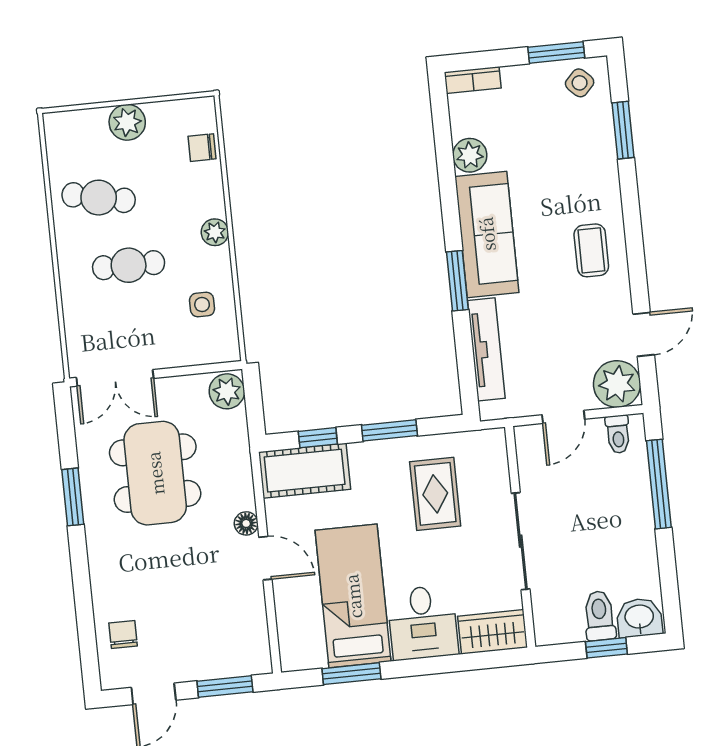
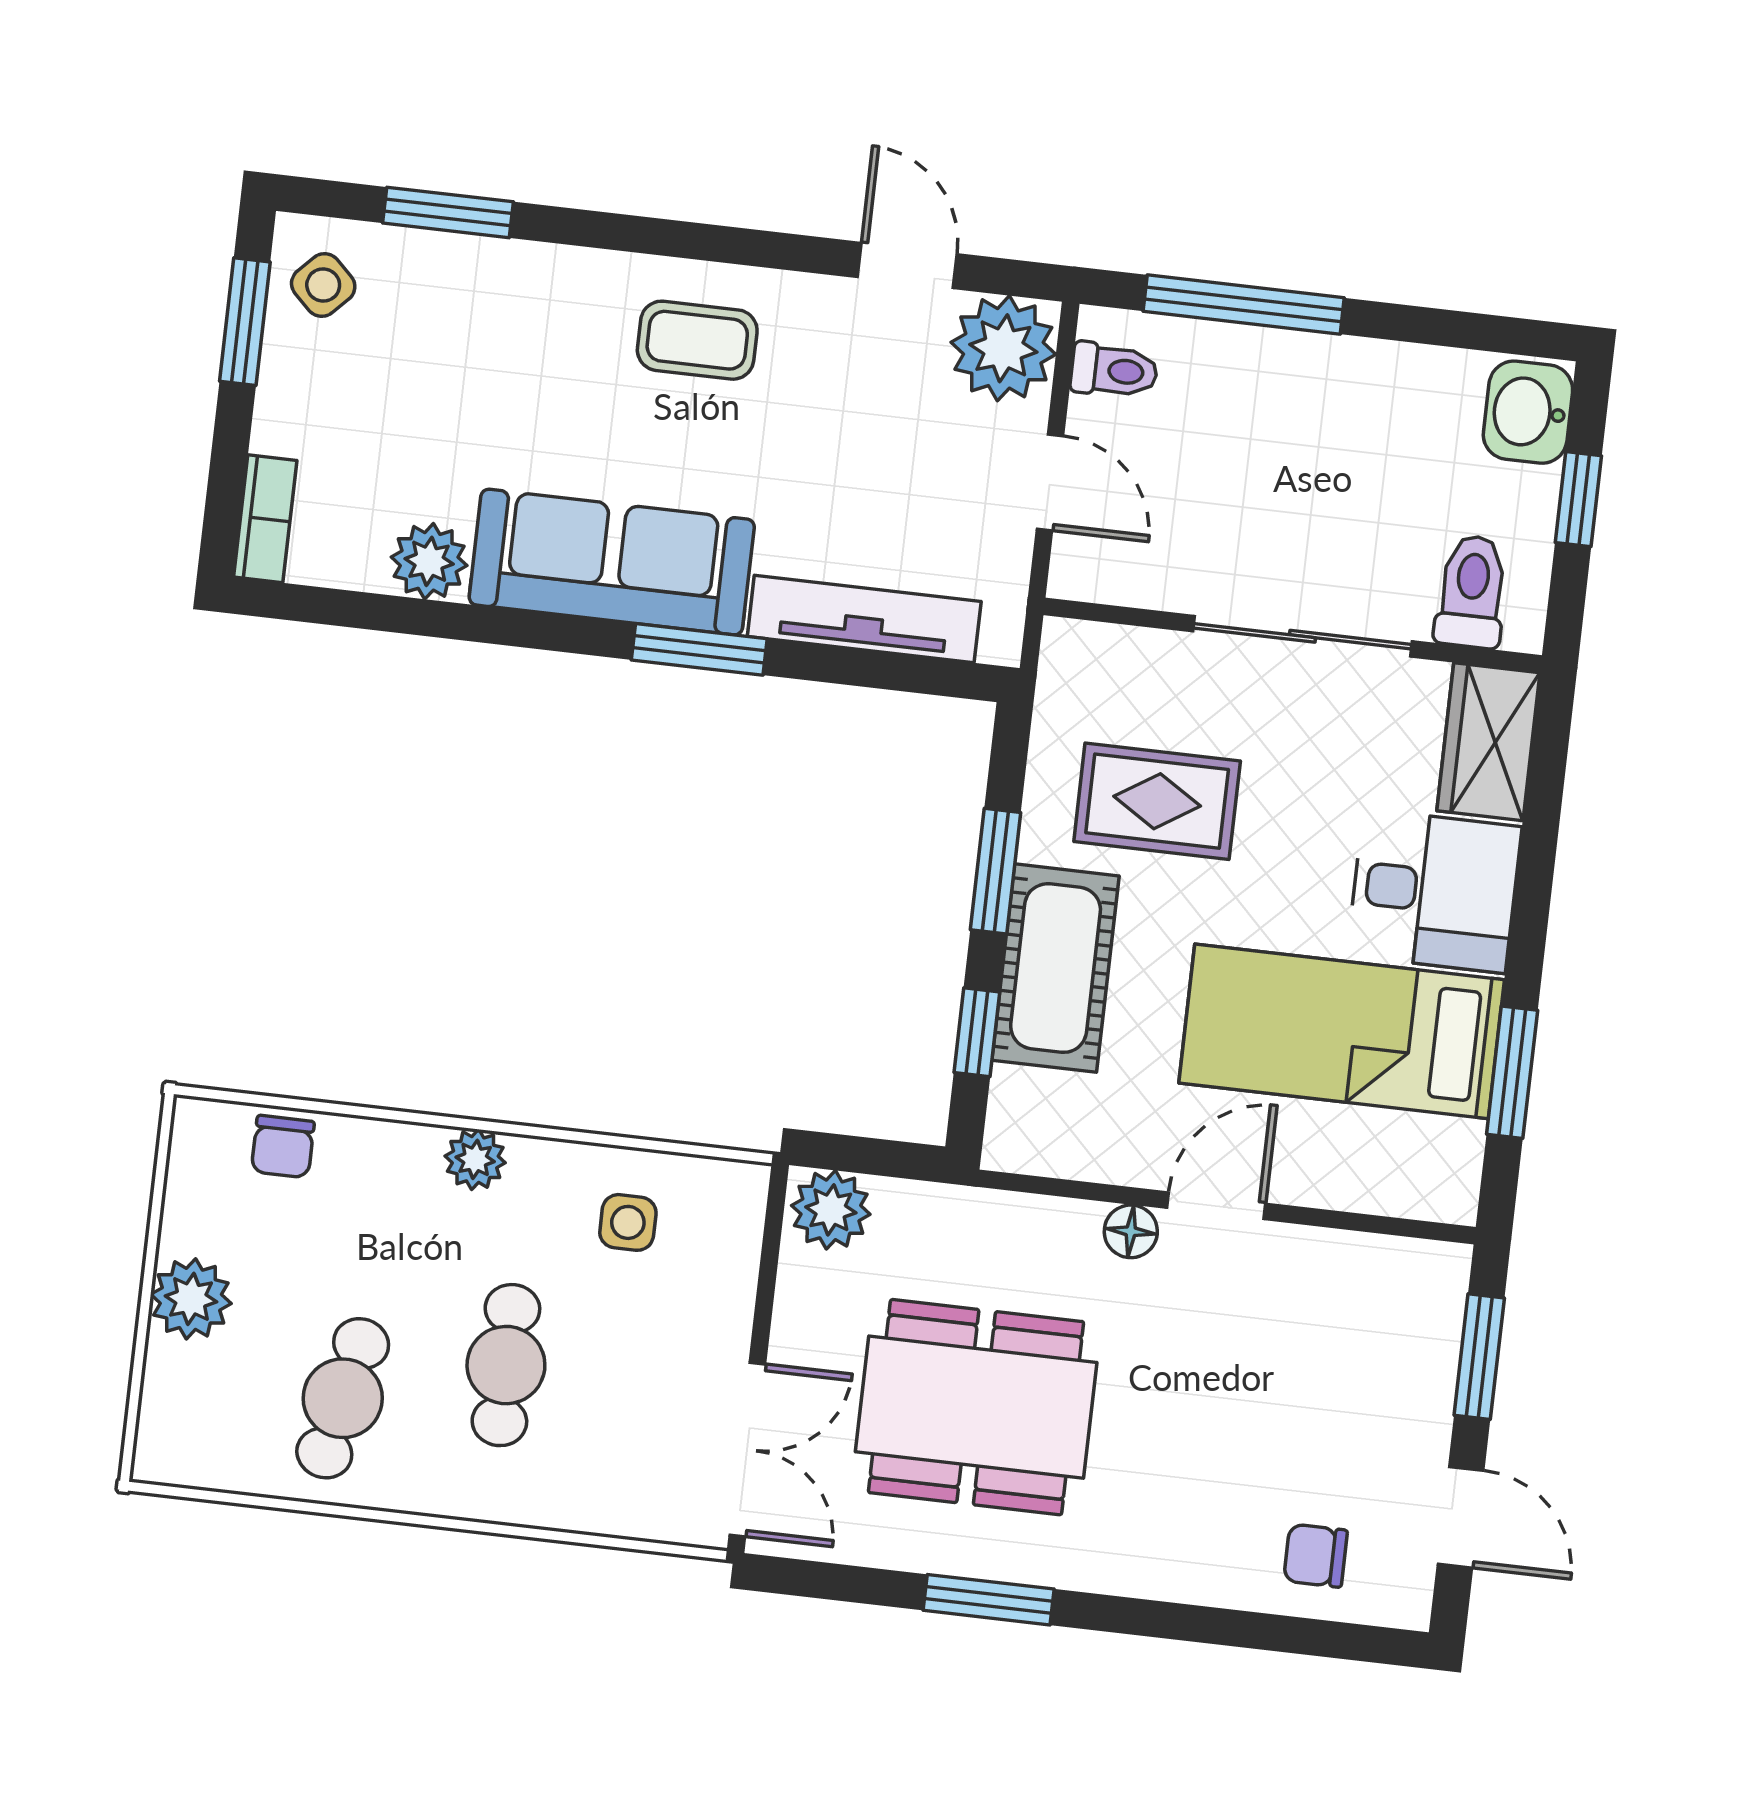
cot: (305, 471) -> (1056, 968), moved
toilet: (600, 616) -> (1472, 592), moved, turned 90

